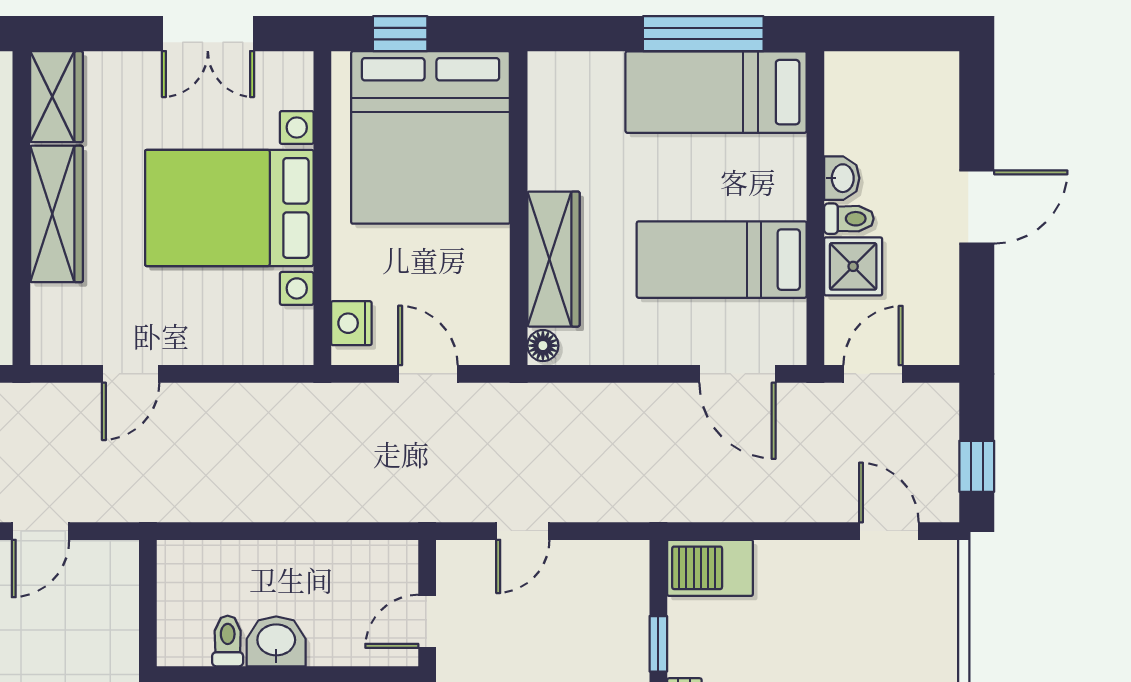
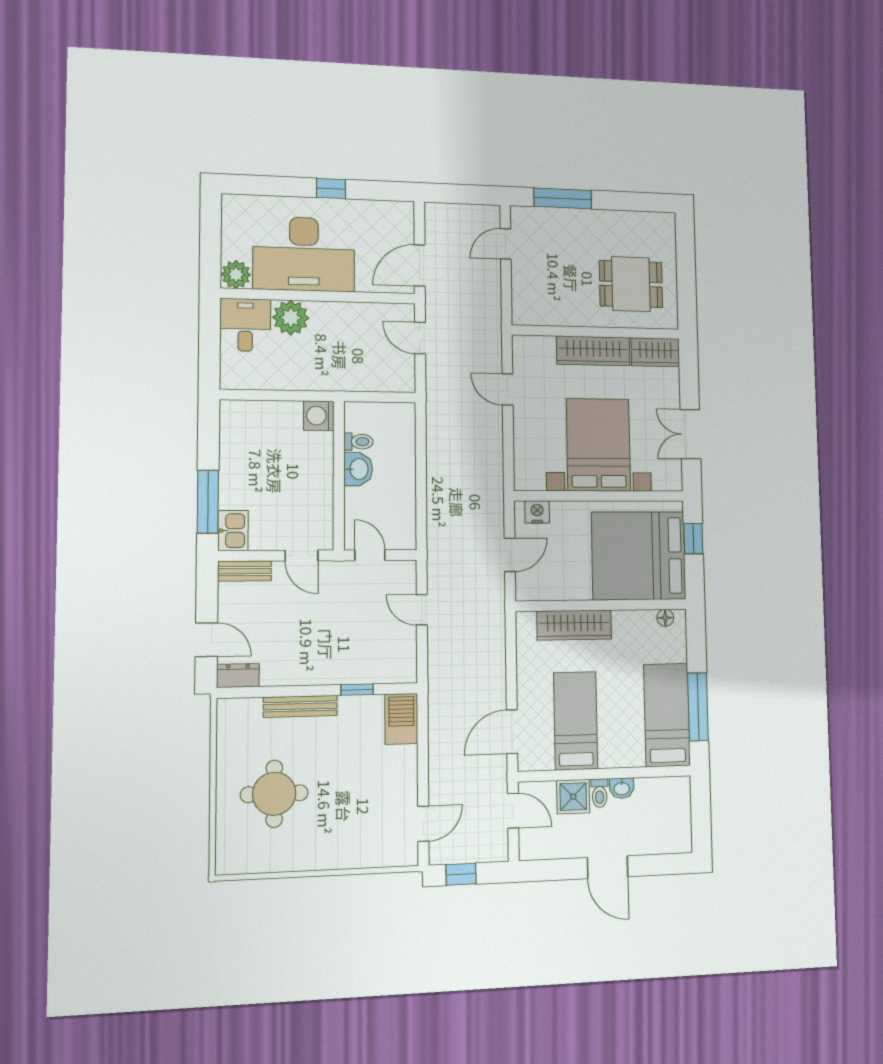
floor lamp: (543, 346) -> (665, 618), moved

